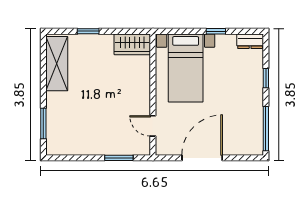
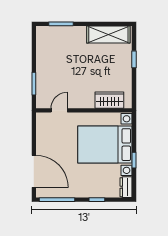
wardrobe: (132, 44) -> (109, 100), moved, turned 90
bed with nightstands: (186, 68) -> (105, 145), width x1.36
door: (202, 158) -> (34, 171), moved

